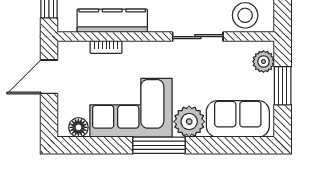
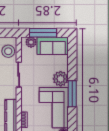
window: (283, 86) -> (43, 33), width x1.44
sofa: (238, 119) -> (53, 46), moved, turned -90

